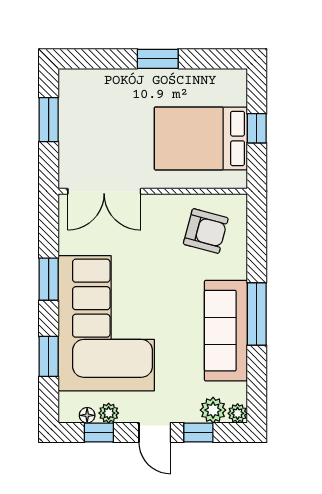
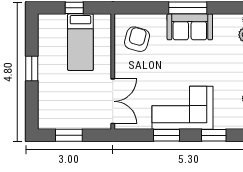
bed: (201, 138) -> (80, 42), width x0.67
corner sofa: (106, 323) -> (182, 108), width x0.73, depth x0.74
sofa: (226, 331) -> (190, 27), width x0.73

